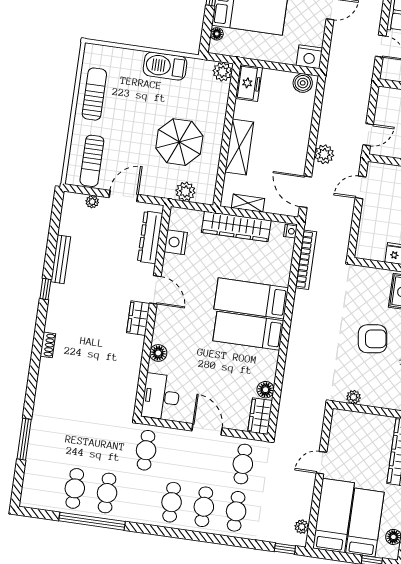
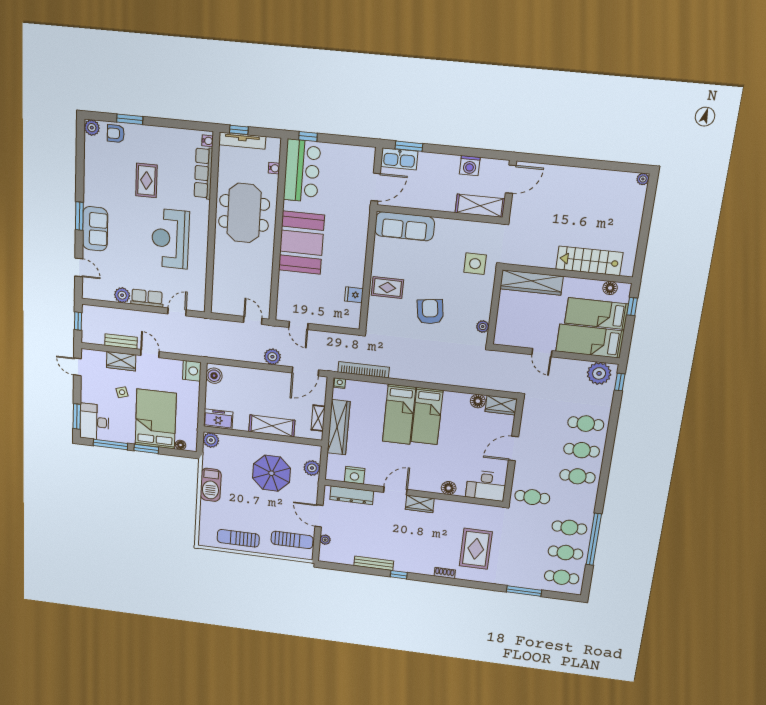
rug: (80, 383) -> (476, 549), added
cafe table: (243, 464) -> (562, 577), moved
plant: (302, 527) -> (599, 373), width x1.88, depth x1.88

